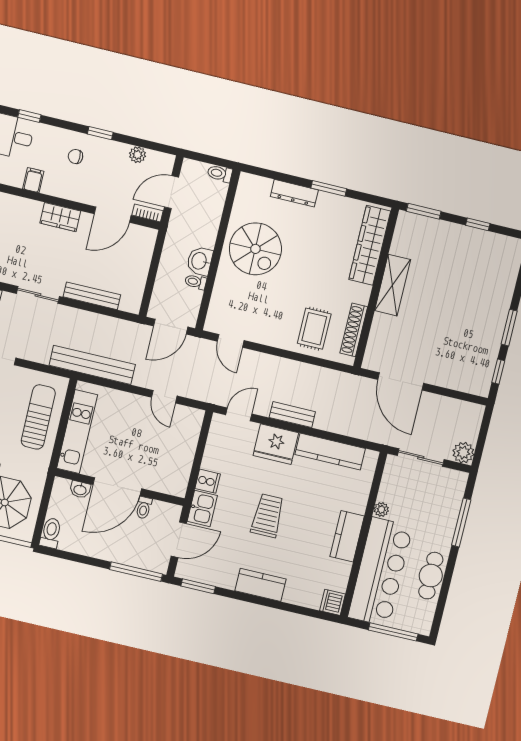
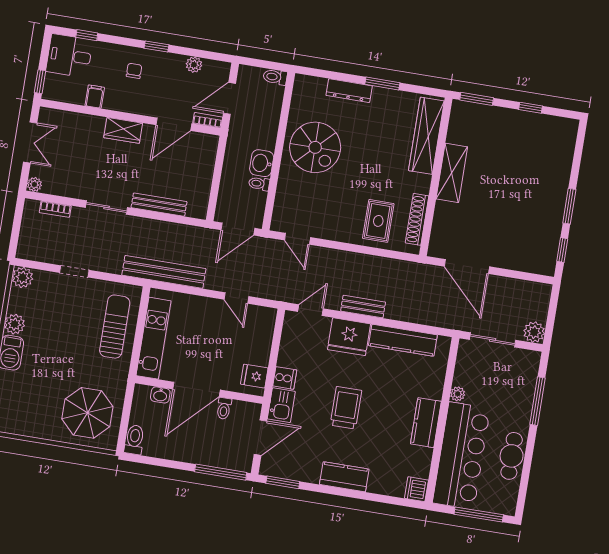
chair: (76, 156) -> (134, 71), turned 90
fridge: (177, 477) -> (254, 376), added

